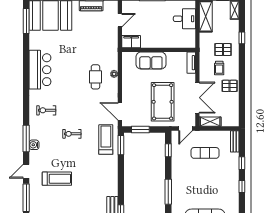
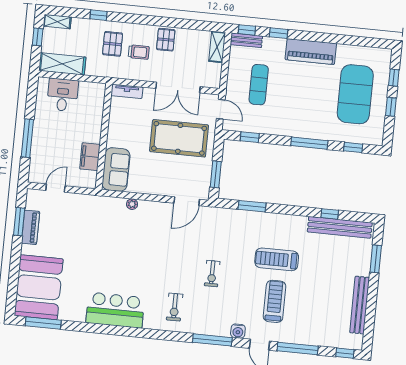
door: (120, 20) -> (55, 188), hinge flipped
filing cabinet: (131, 42) -> (90, 157), moved
sofa: (151, 61) -> (116, 170), moved
cafe table: (95, 77) -> (134, 231), removed
double door: (197, 98) -> (178, 88), swing flipped
shelving: (210, 122) -> (217, 47), moved
treadmill: (106, 140) -> (277, 259), moved
water cooler: (34, 145) -> (238, 331), moved
window: (121, 145) -> (252, 206), moved
piano: (231, 186) -> (311, 52), added
window: (242, 186) -> (247, 30), moved

